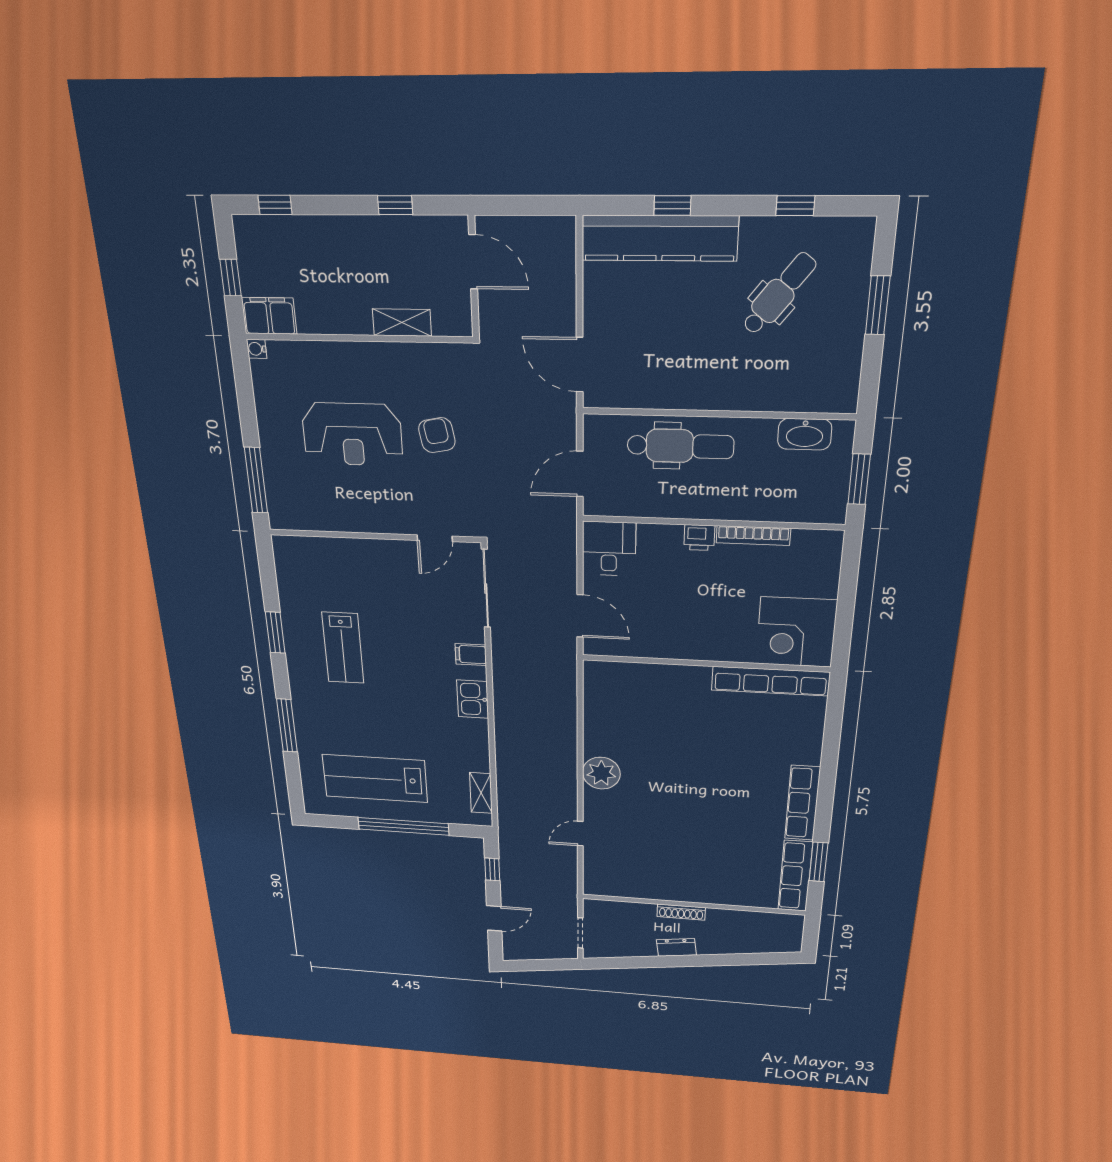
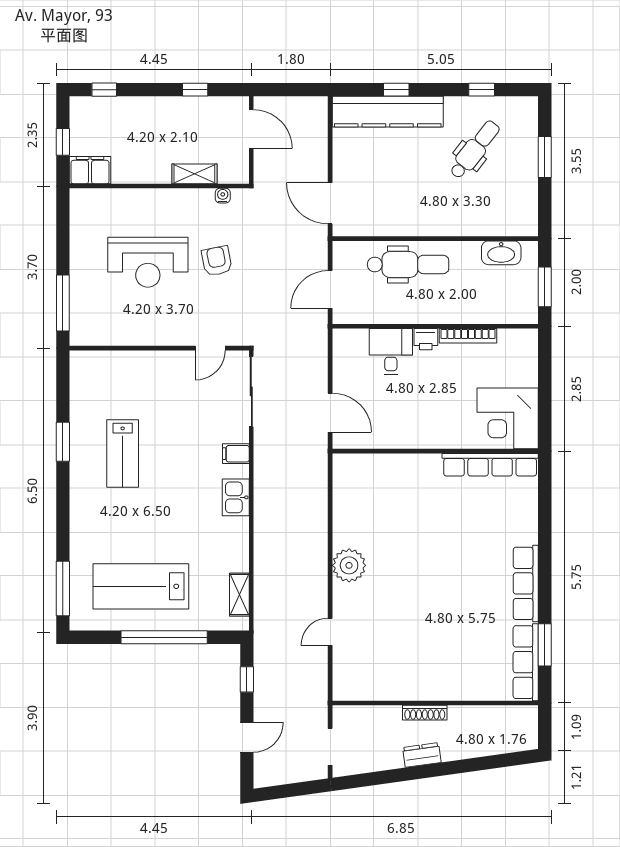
water cooler: (257, 349) -> (223, 196), moved, turned 90
desk: (609, 549) -> (391, 351), moved
window: (287, 726) -> (63, 588), moved

